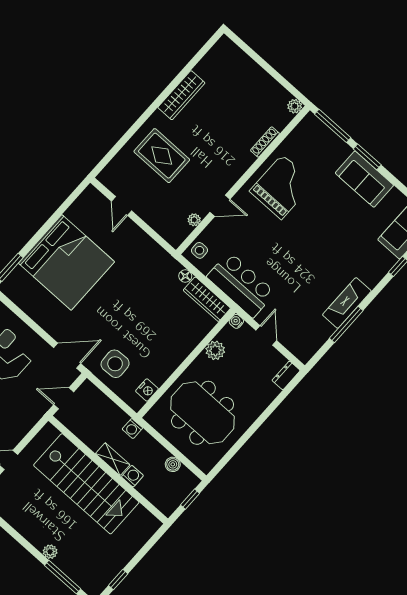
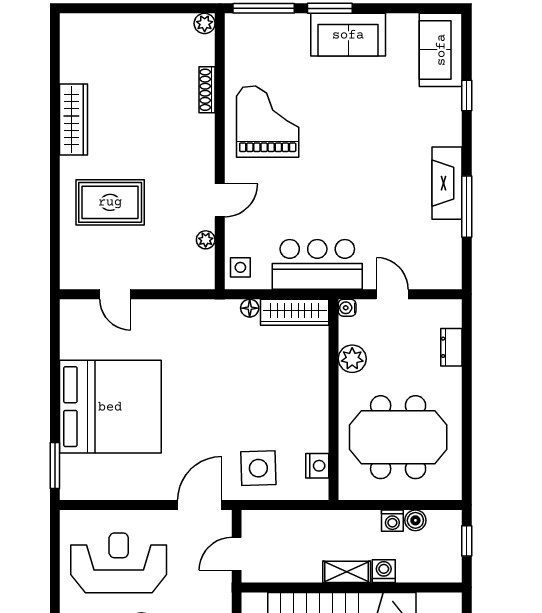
dresser: (286, 375) -> (451, 347), moved
washing machine: (132, 429) -> (392, 521), moved

